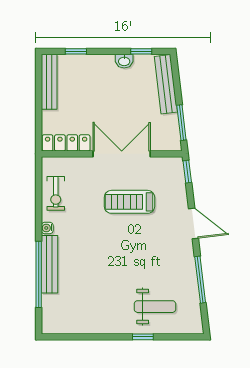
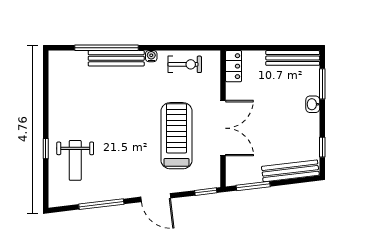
window: (76, 51) -> (322, 84), width x1.50
washbasin: (124, 61) -> (313, 104), moved
locker: (66, 143) -> (234, 66), width x0.66
exercise bike: (56, 193) -> (185, 64), turned 180
treadmill: (129, 202) -> (177, 136), width x1.37, depth x1.38
door: (193, 223) -> (156, 198), hinge flipped

